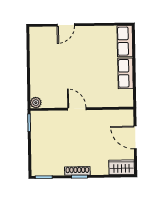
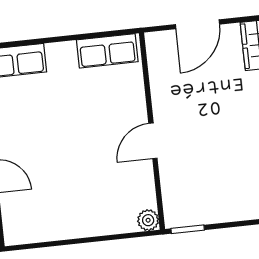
row of seats: (125, 73) -> (107, 51), moved

